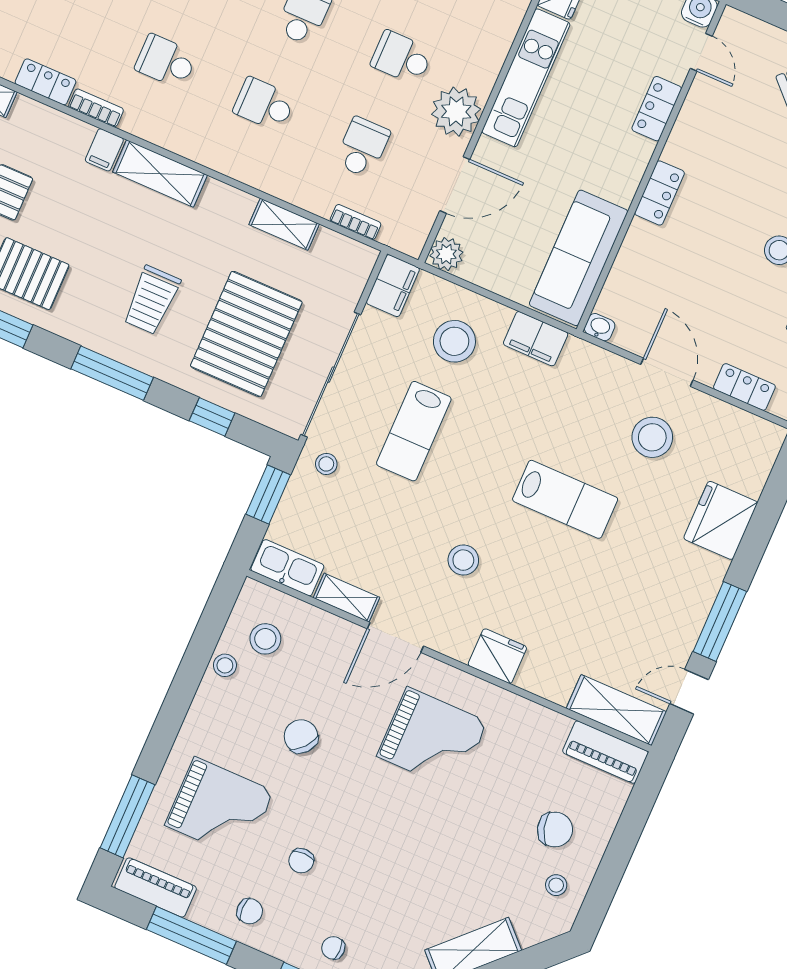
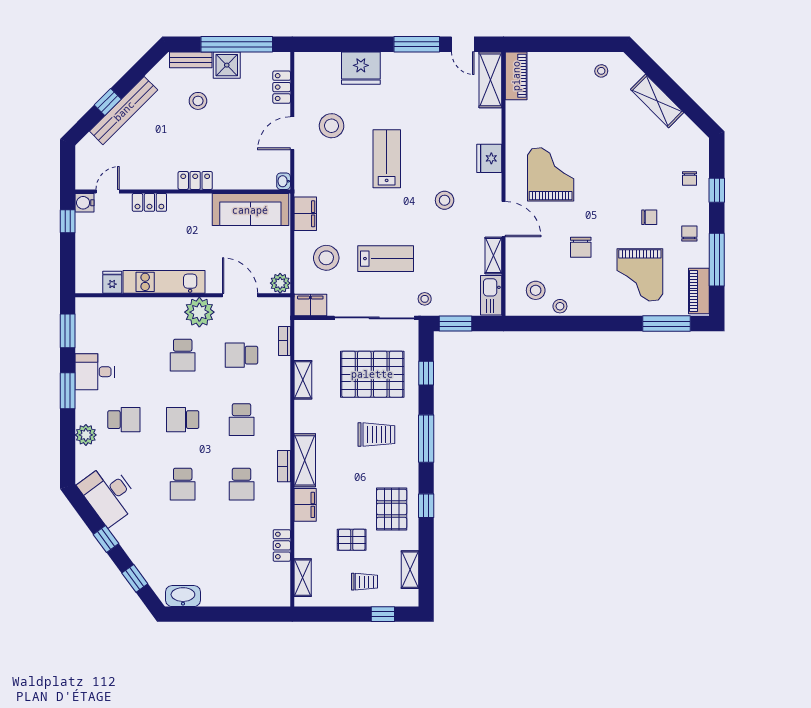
bookcase: (96, 108) -> (284, 466), moved
filing cabinet: (104, 150) -> (305, 505), width x2.00
chair: (301, 736) -> (581, 247), turned -40
grand piano: (219, 808) -> (640, 275), turned 180
chair: (555, 829) -> (571, 85), removed

